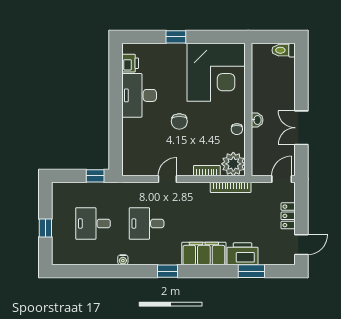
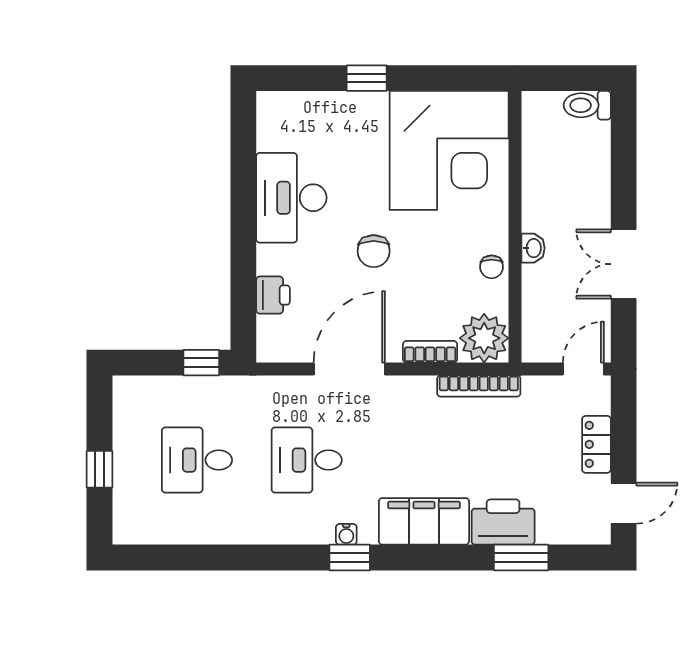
printer: (130, 63) -> (273, 295), moved
door: (167, 179) -> (349, 369), width x1.88
water cooler: (123, 260) -> (346, 534), moved

